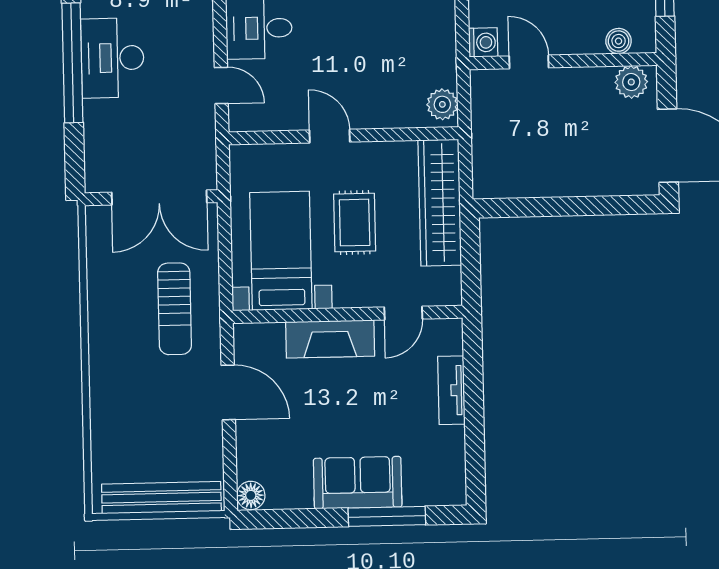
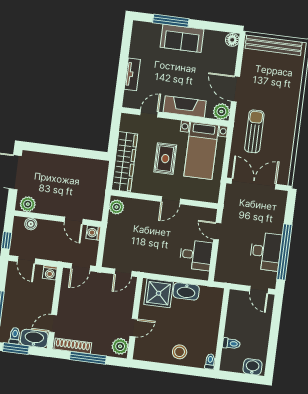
door: (330, 136) -> (171, 200), hinge flipped
plant: (251, 340) -> (221, 112), added

